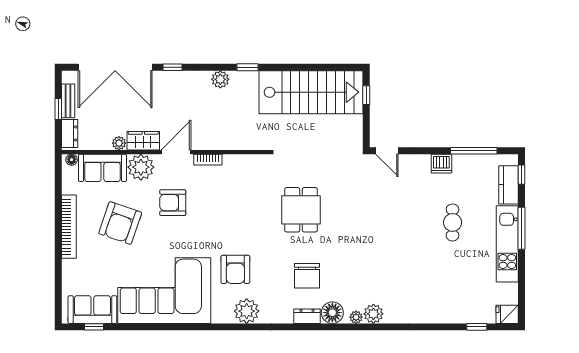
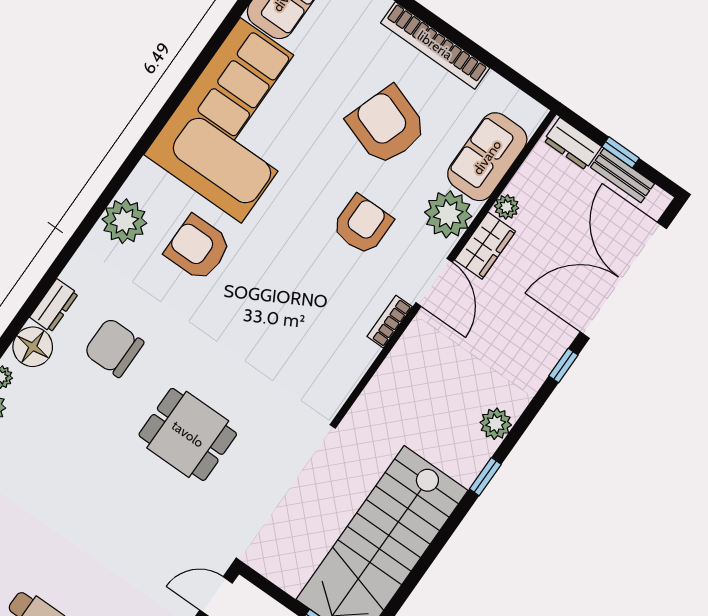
floor lamp: (72, 160) -> (532, 119), removed
dining table: (301, 210) -> (188, 434), moved

